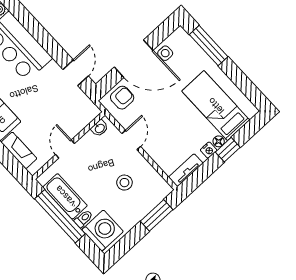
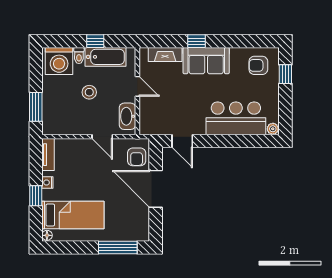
side table: (165, 53) -> (140, 214), removed
door: (134, 59) -> (156, 189), hinge flipped
washbasin: (100, 128) -> (127, 116), width x1.91, depth x1.45
floor lamp: (219, 141) -> (47, 235), moved
stool: (124, 183) -> (89, 92), moved
window: (60, 216) -> (95, 41), width x0.32

